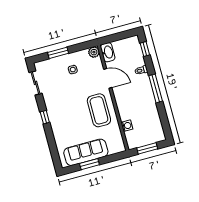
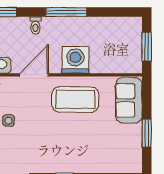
washing machine: (127, 126) -> (75, 60), moved, width x1.89, depth x1.89
sofa: (86, 152) -> (129, 100), moved, width x0.73

